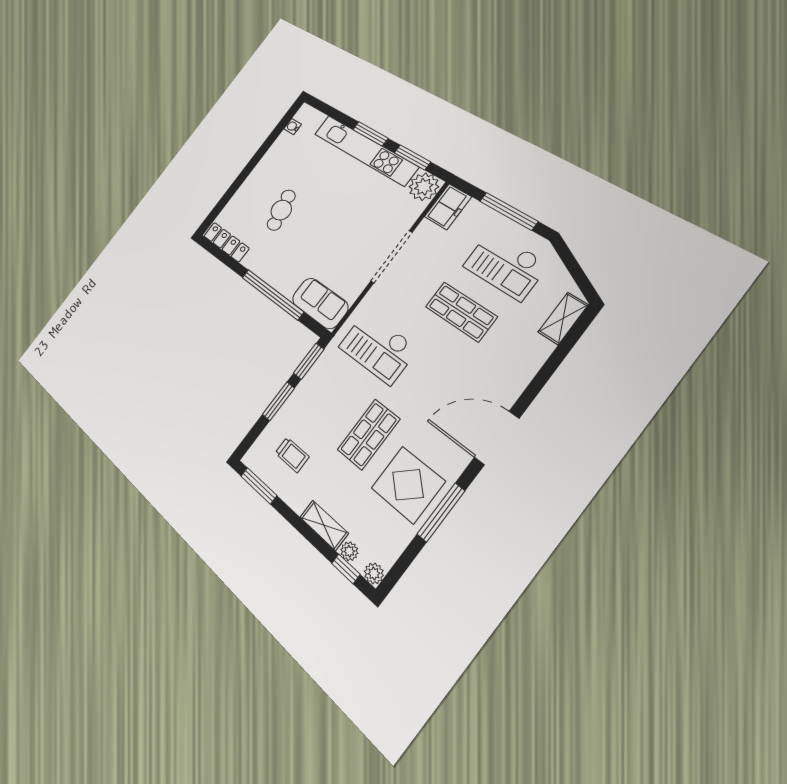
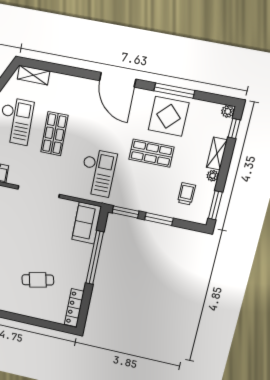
plant: (349, 551) -> (213, 176), moved

